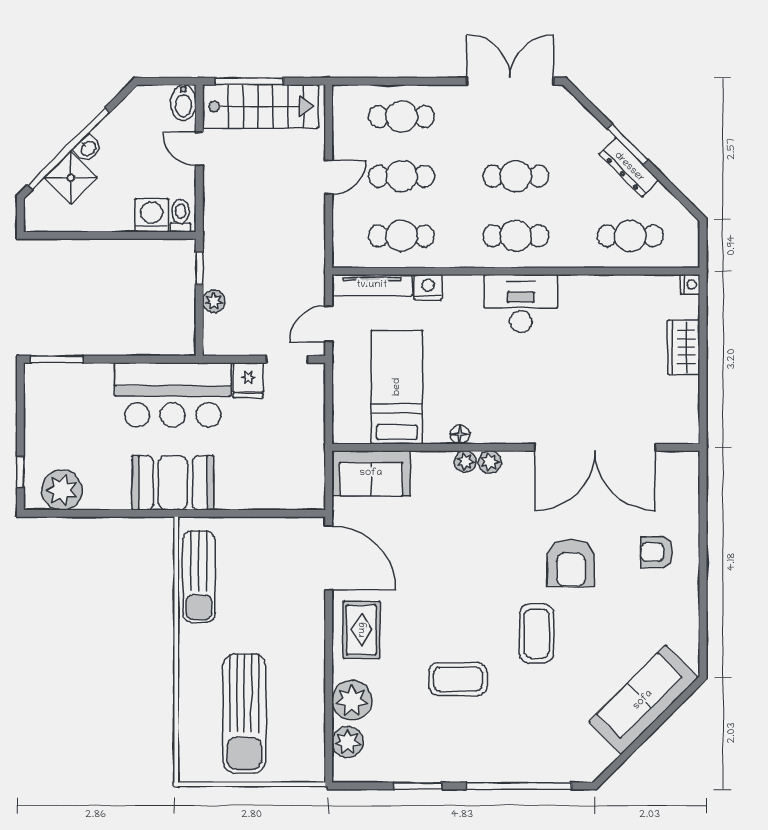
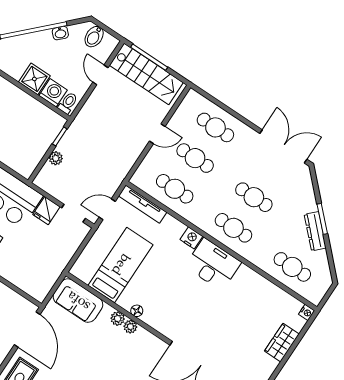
bidet: (183, 103) -> (94, 37), moved
washbasin: (88, 148) -> (60, 33), moved
shower: (71, 178) -> (34, 79), moved, turned 45
nightstand: (428, 287) -> (191, 238), moved
plant: (490, 462) -> (118, 319), moved

